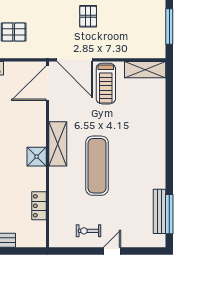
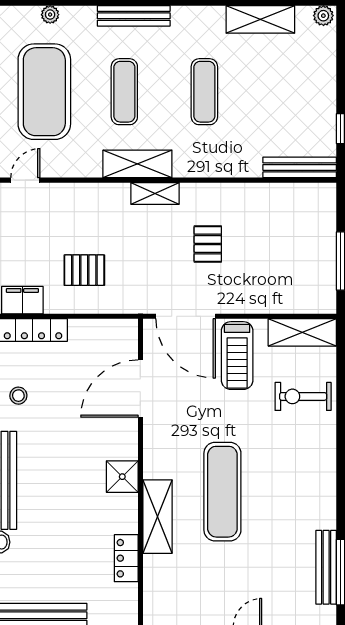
door: (48, 83) -> (140, 389), moved
shelving: (58, 144) -> (158, 517), moved
exercise bike: (89, 231) -> (303, 396), moved, width x1.38, depth x1.39

